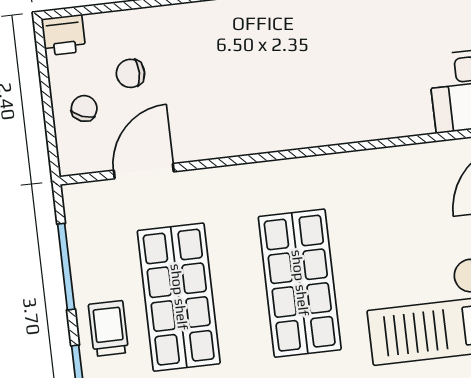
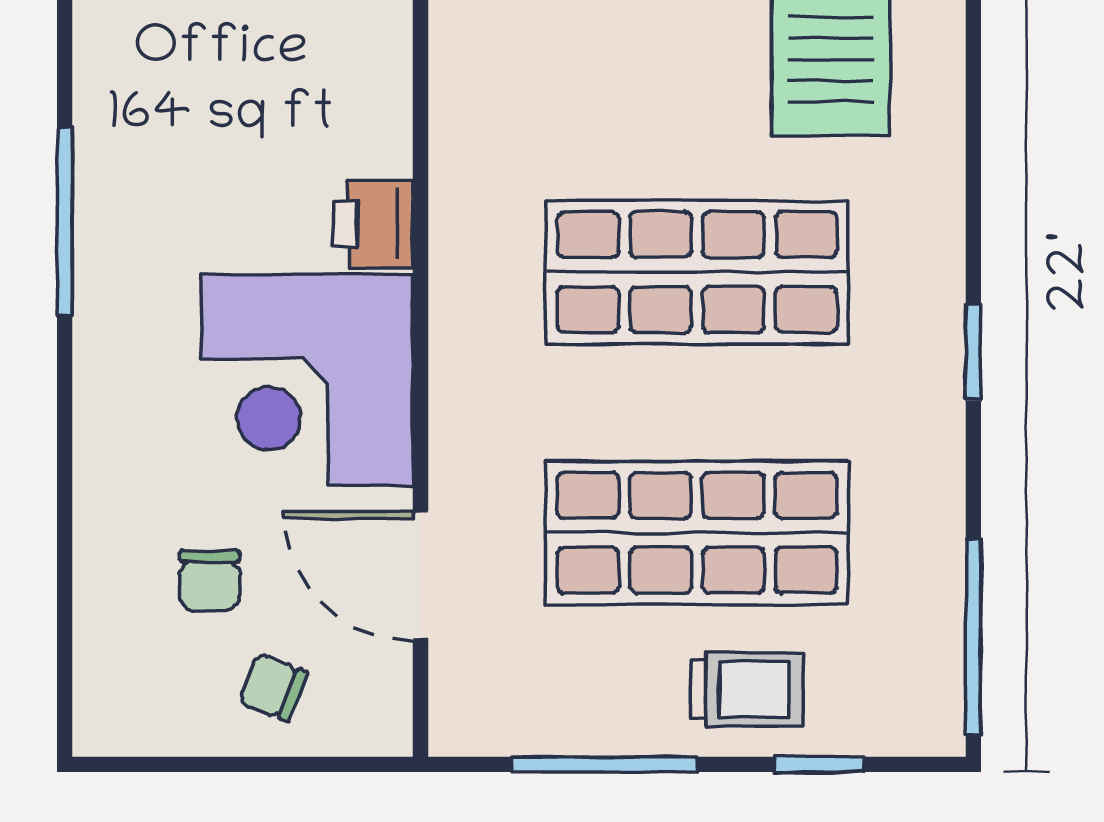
printer: (63, 35) -> (373, 224), moved, turned 180
corner desk: (229, 108) -> (307, 380), added
trolley: (108, 328) -> (746, 689), turned 180

